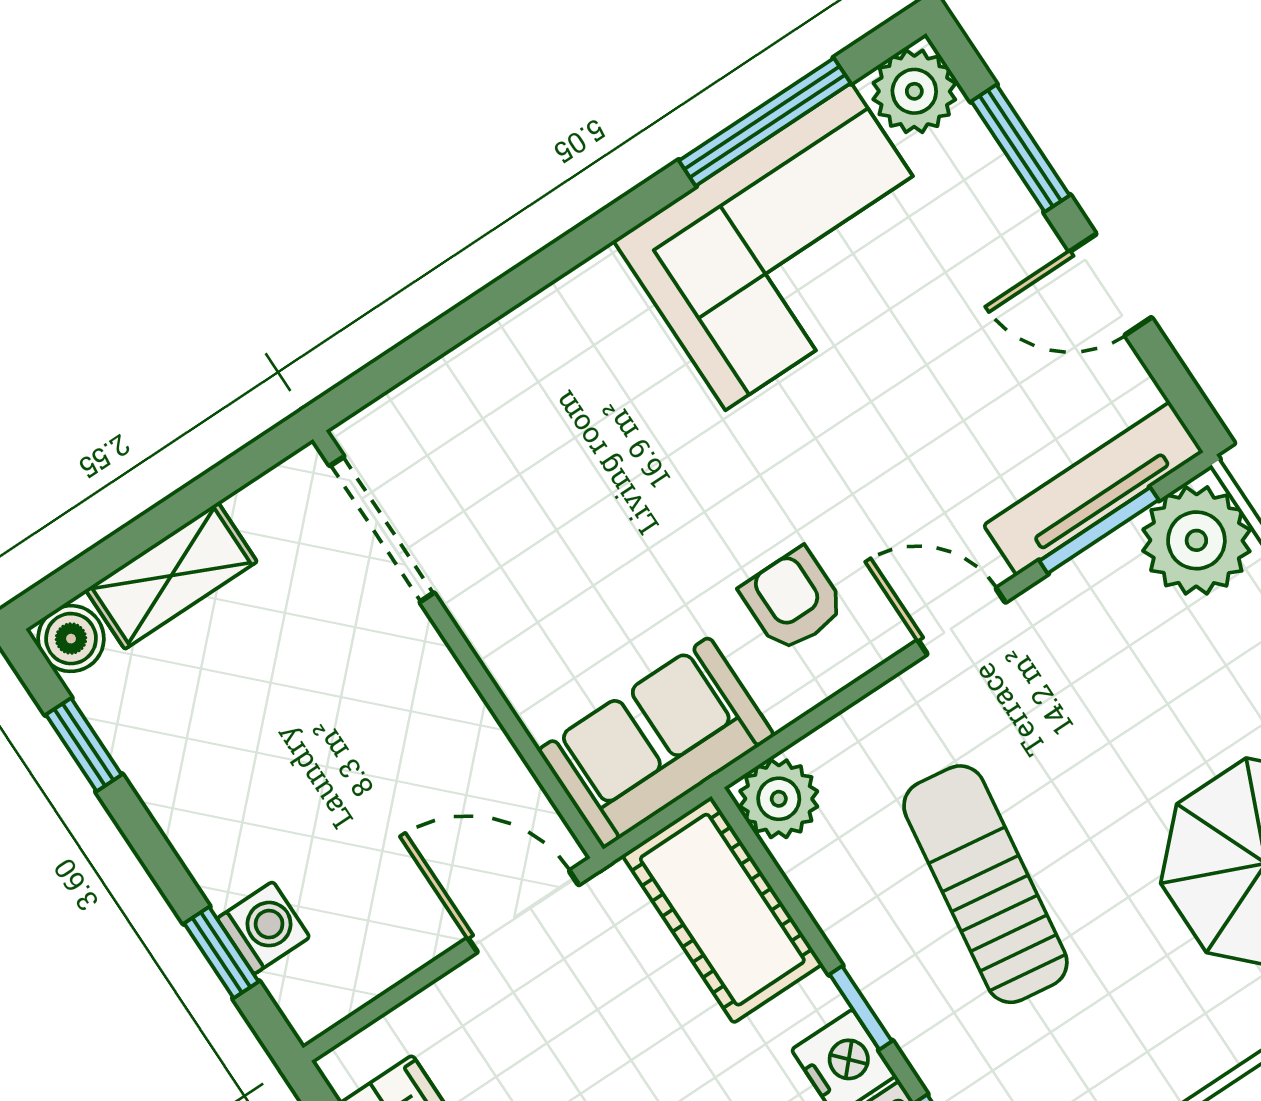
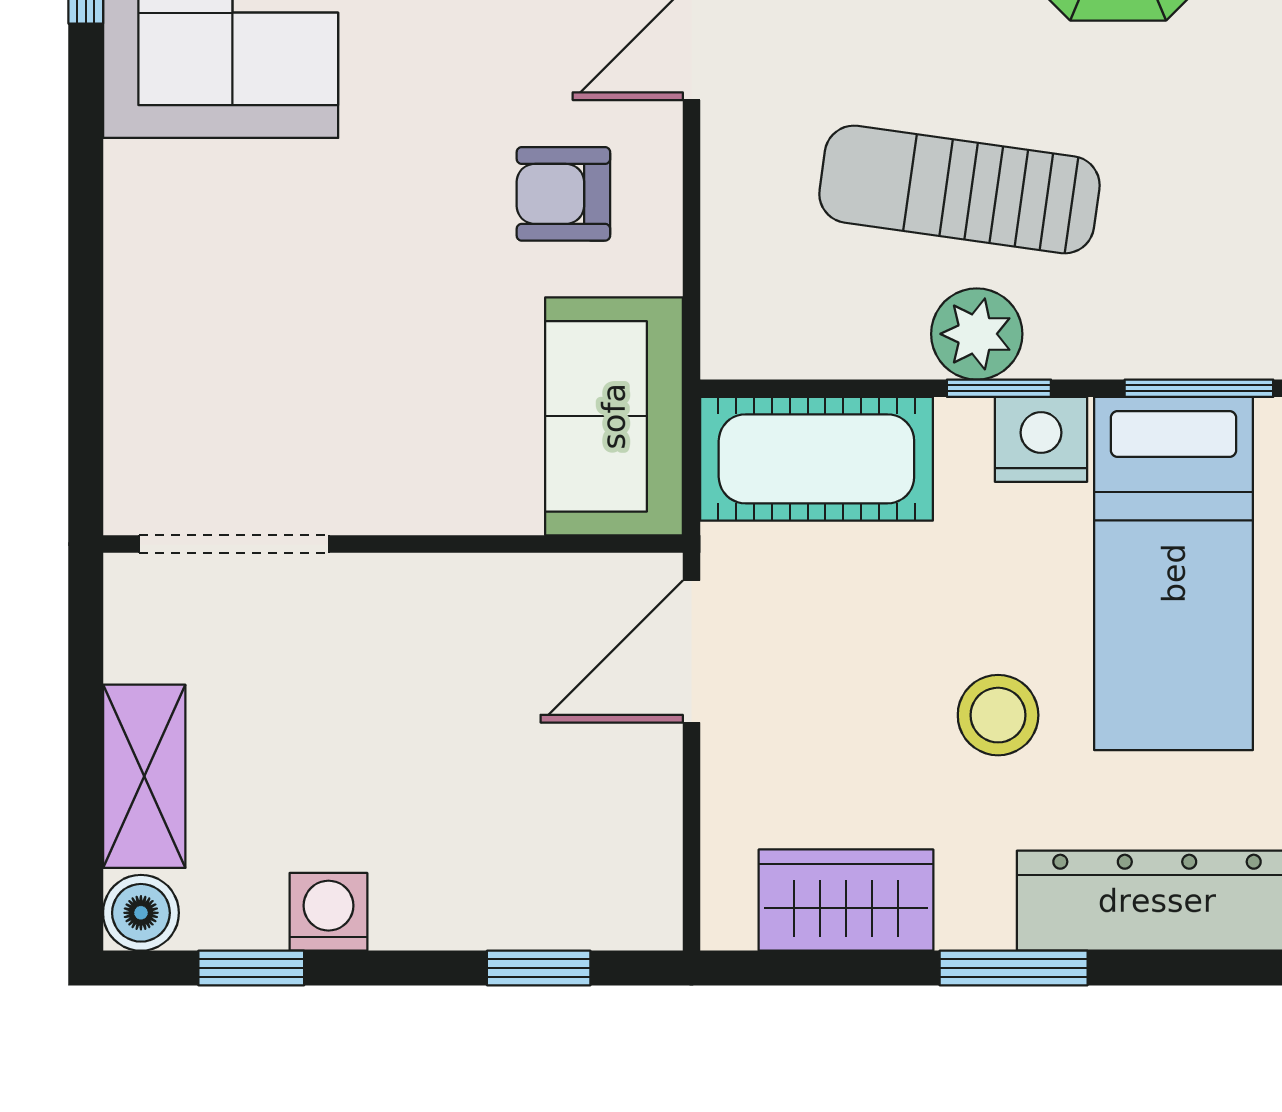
plant: (779, 799) -> (977, 334), moved
washing machine: (263, 928) -> (328, 912), moved

